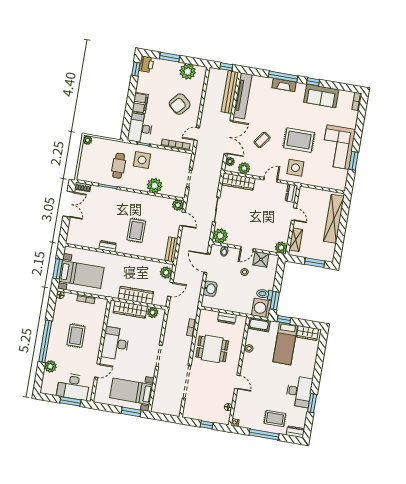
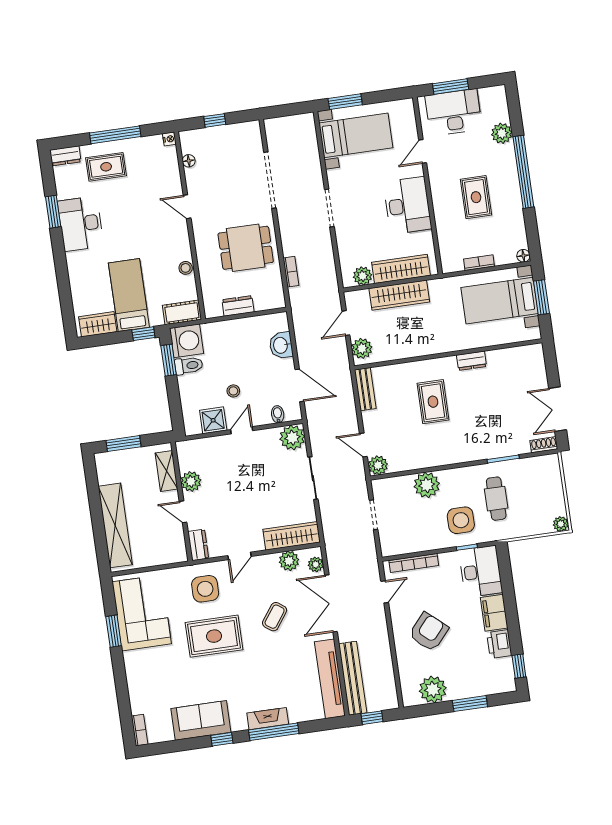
printer: (146, 64) -> (499, 644), moved
corner sofa: (338, 147) -> (142, 613), moved
plant: (281, 248) -> (191, 481), moved

